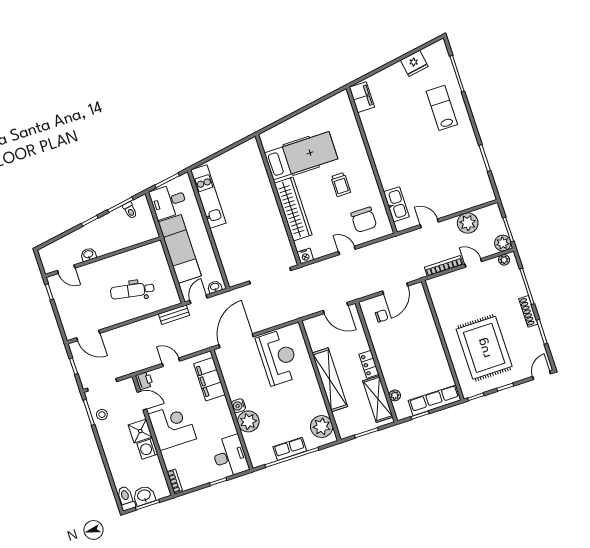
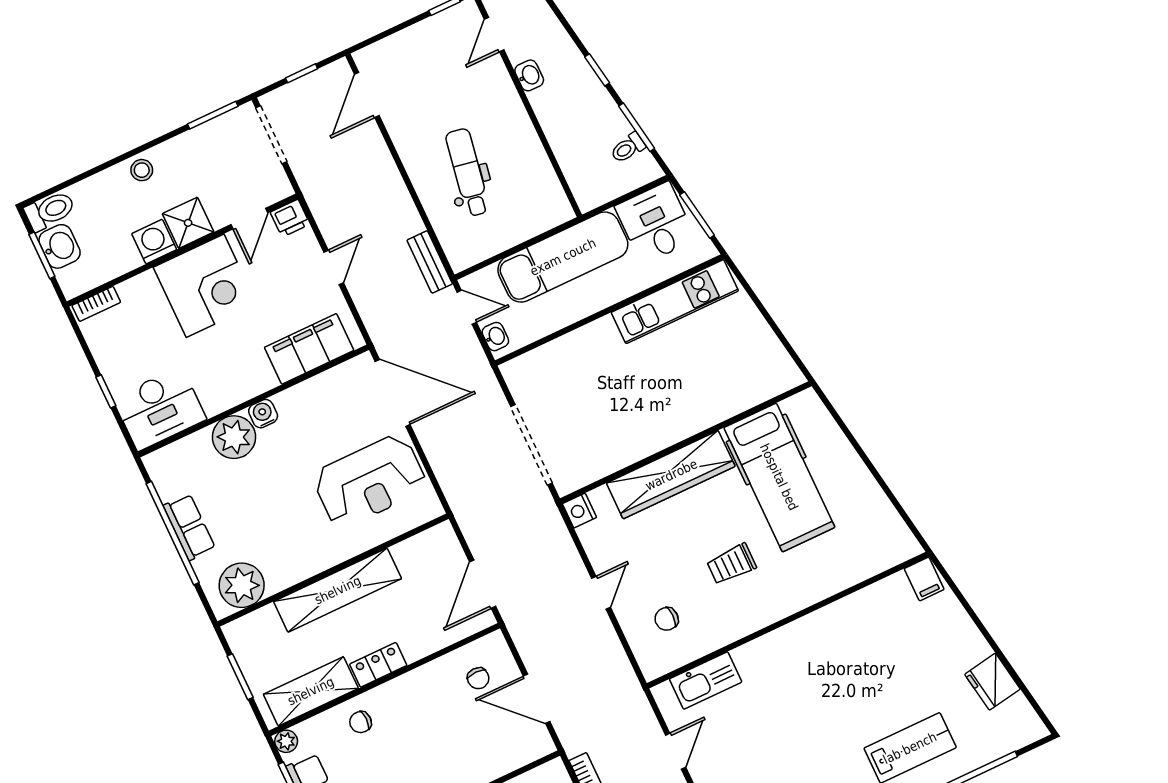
filing cabinet: (362, 97) -> (924, 579), width x0.50
chair: (364, 220) -> (667, 619), width x0.54, depth x0.54
chair: (396, 376) -> (361, 722), added
plant: (395, 395) -> (286, 741), moved
stool: (102, 415) -> (142, 170), moved

